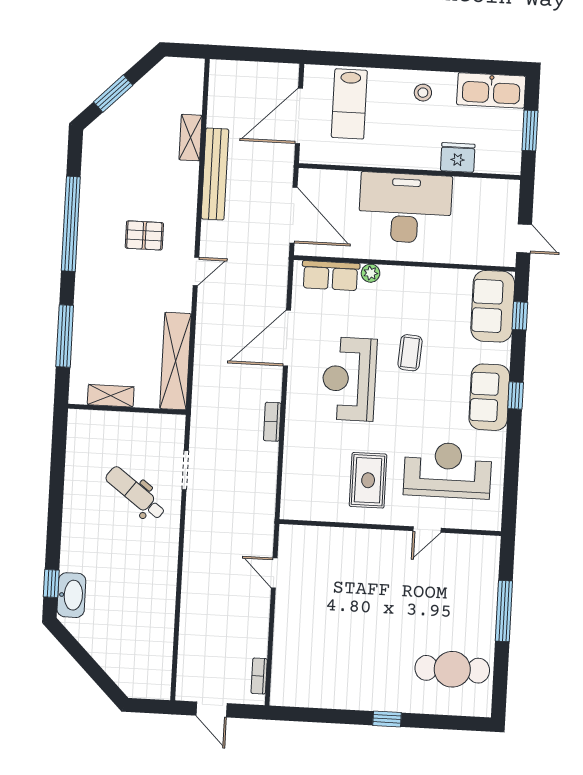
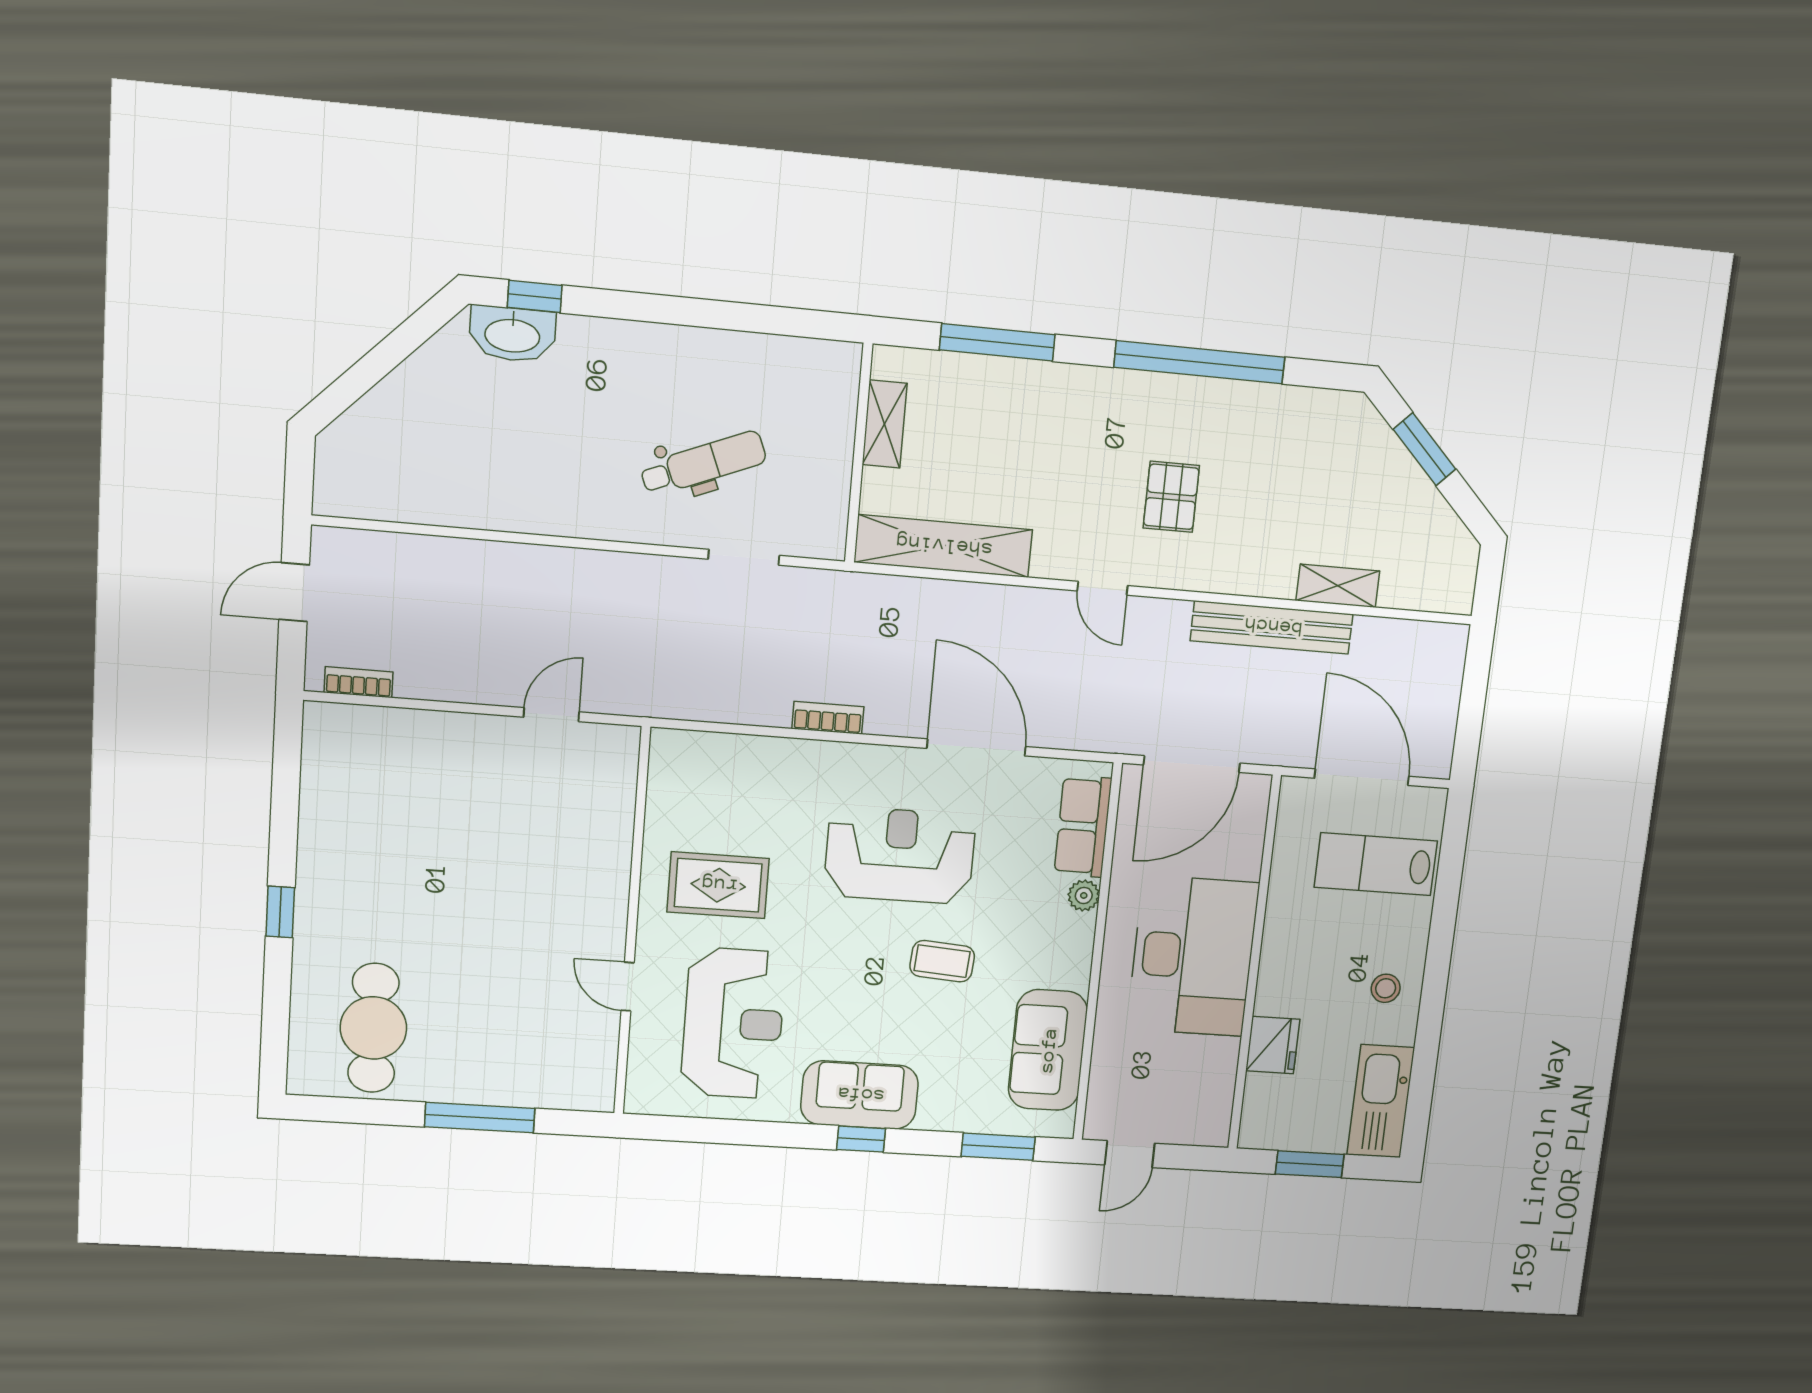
sofa: (493, 306) -> (1048, 1050), moved, turned -90
window: (520, 316) -> (998, 1147), width x1.50
dental chair: (135, 493) -> (703, 463), turned 31

